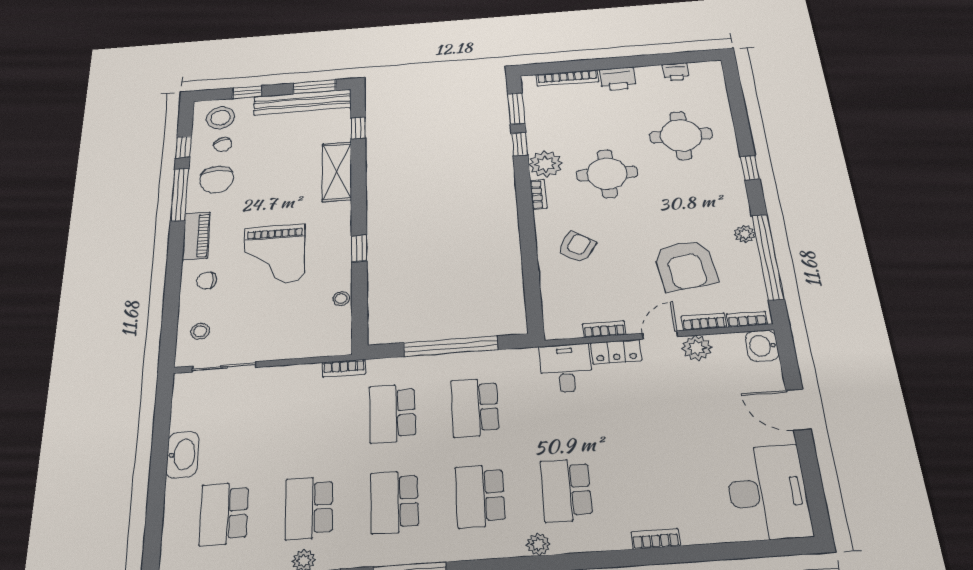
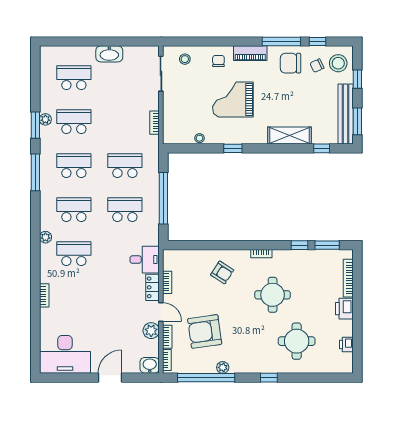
plant: (545, 164) -> (283, 259), removed
bookcase: (344, 368) -> (155, 123), moved

